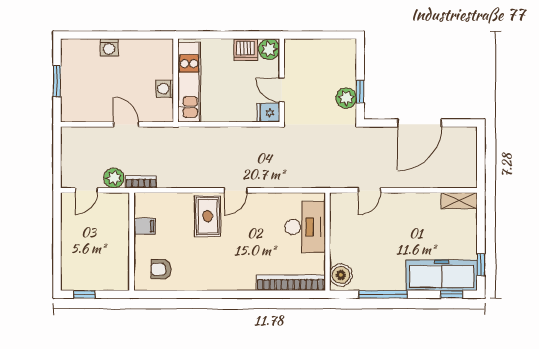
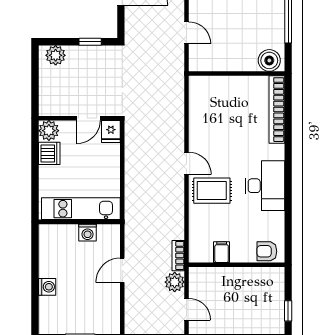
plant: (346, 98) -> (56, 55), moved
desk: (305, 227) -> (265, 186), moved, turned 90
armchair: (161, 269) -> (267, 251), moved, turned 90

